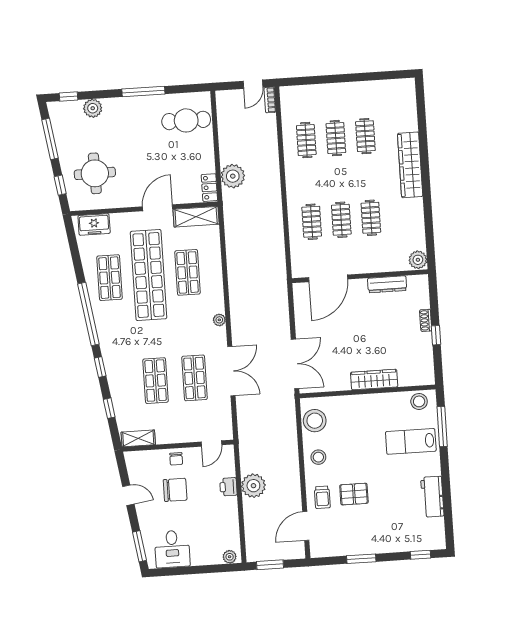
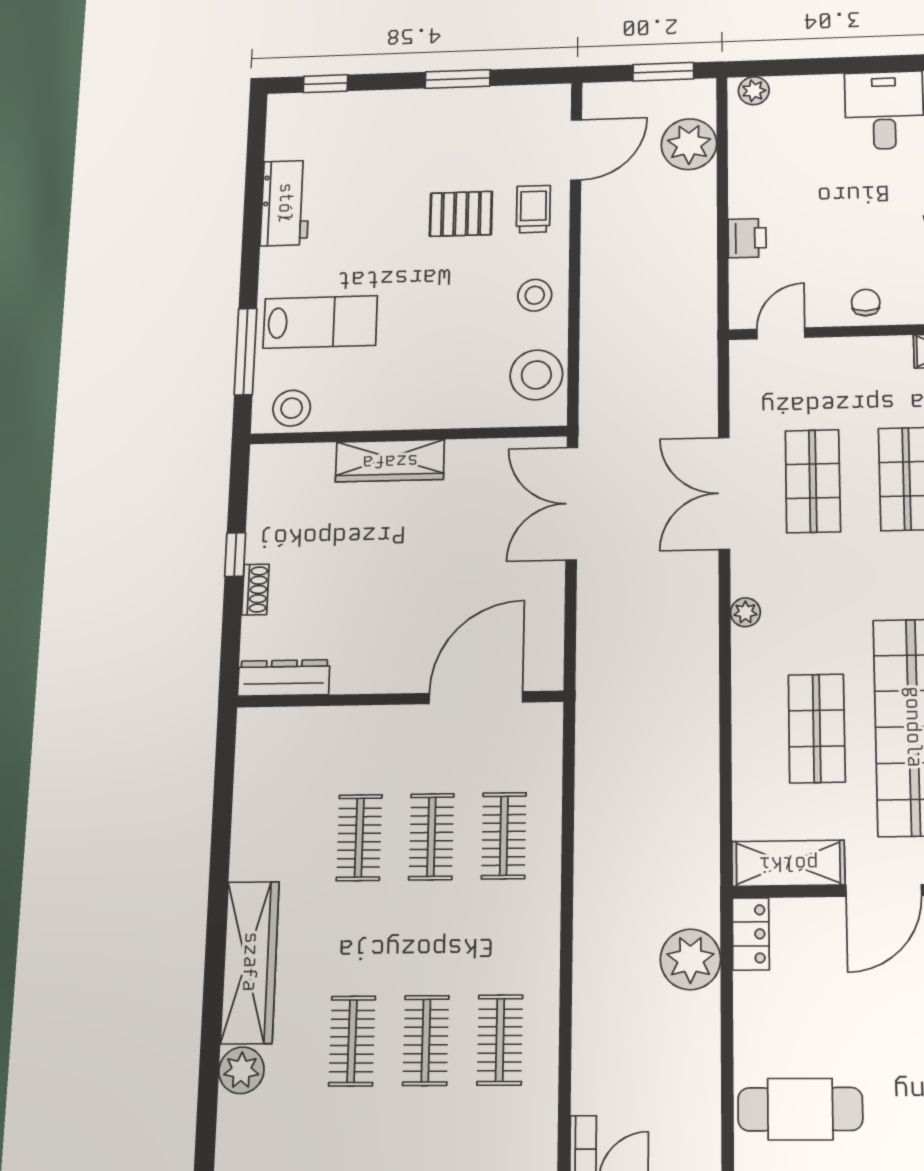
plant: (418, 260) -> (241, 1070), moved
dresser: (387, 284) -> (284, 678), moved
plant: (253, 486) -> (689, 144), moved
chair: (175, 490) -> (871, 235), removed

